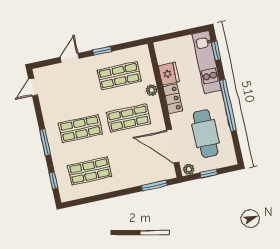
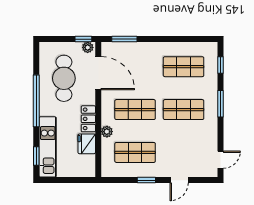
window: (209, 174) -> (83, 39), moved

